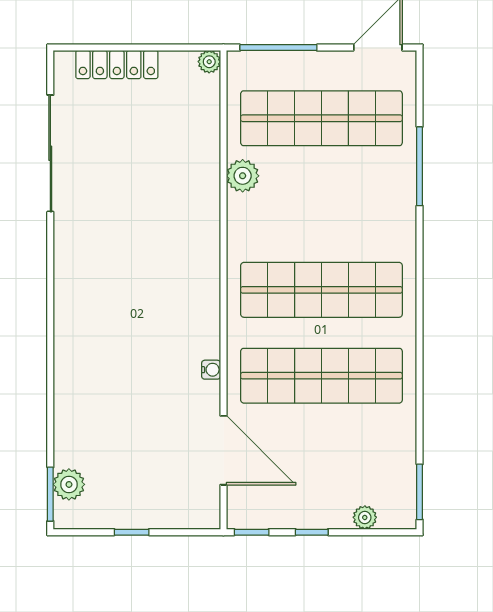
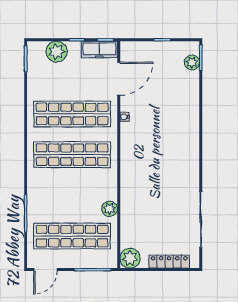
plant: (209, 62) -> (130, 258), width x1.87, depth x1.87
door: (223, 450) -> (119, 79), swing flipped
freezer: (264, 512) -> (99, 50), added
plant: (365, 517) -> (57, 52), width x1.88, depth x1.88

